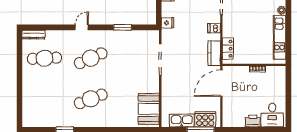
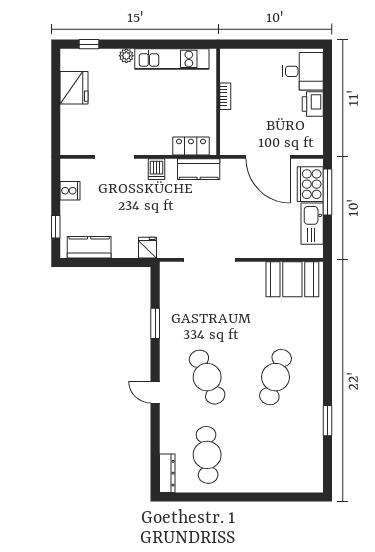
door: (221, 83) -> (268, 157), moved
cafe table: (91, 99) -> (276, 377), turned 39

